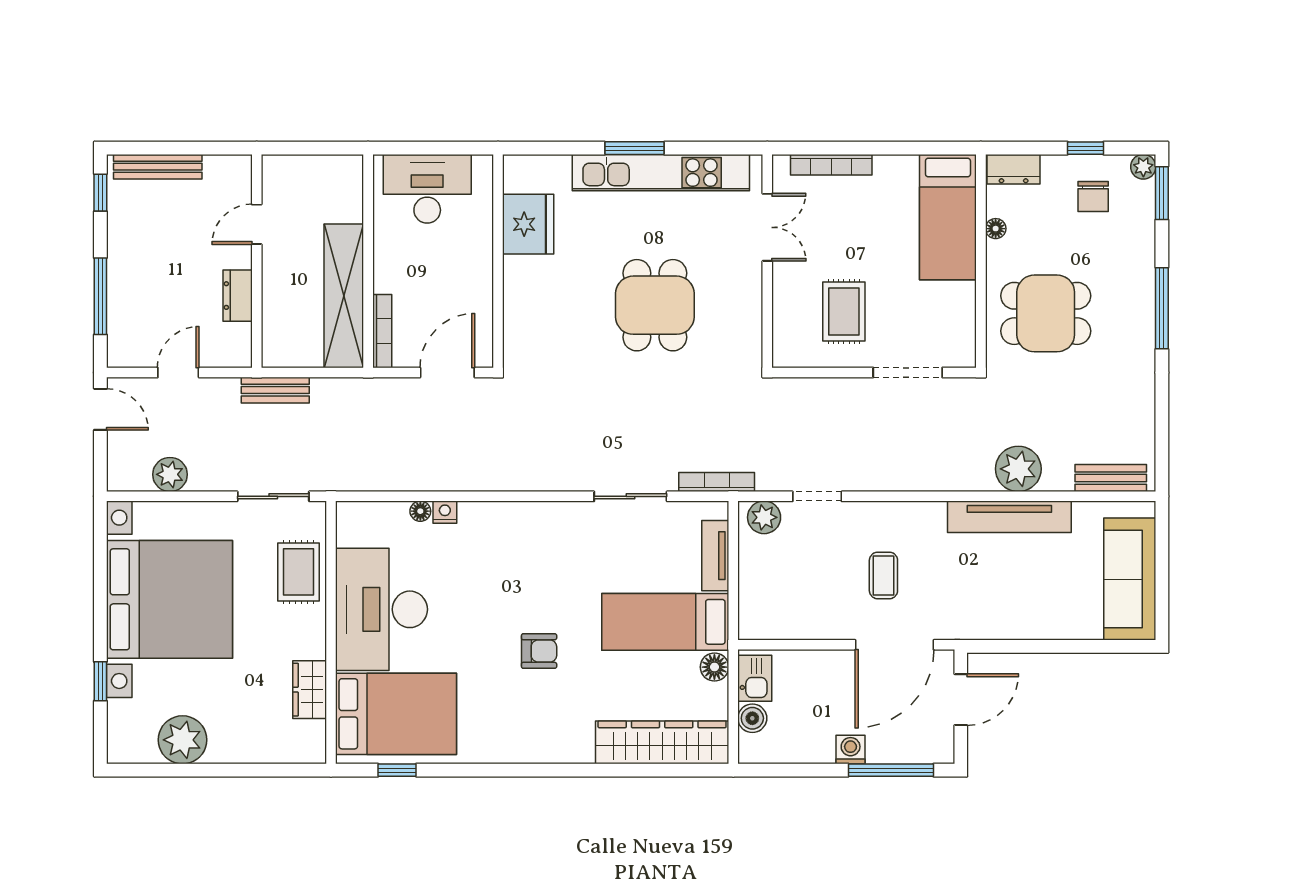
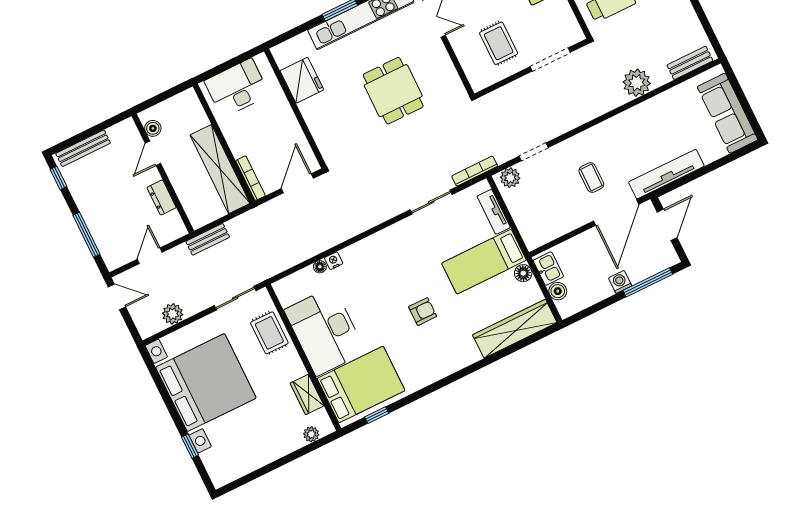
boiler: (275, 188) -> (153, 128), added
tv unit: (1009, 517) -> (666, 174), moved, turned 180
plant: (183, 740) -> (311, 434), moved, width x0.53, depth x0.53

